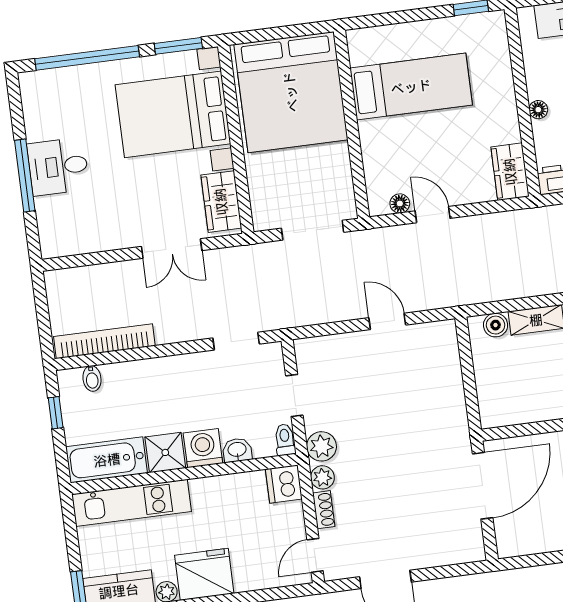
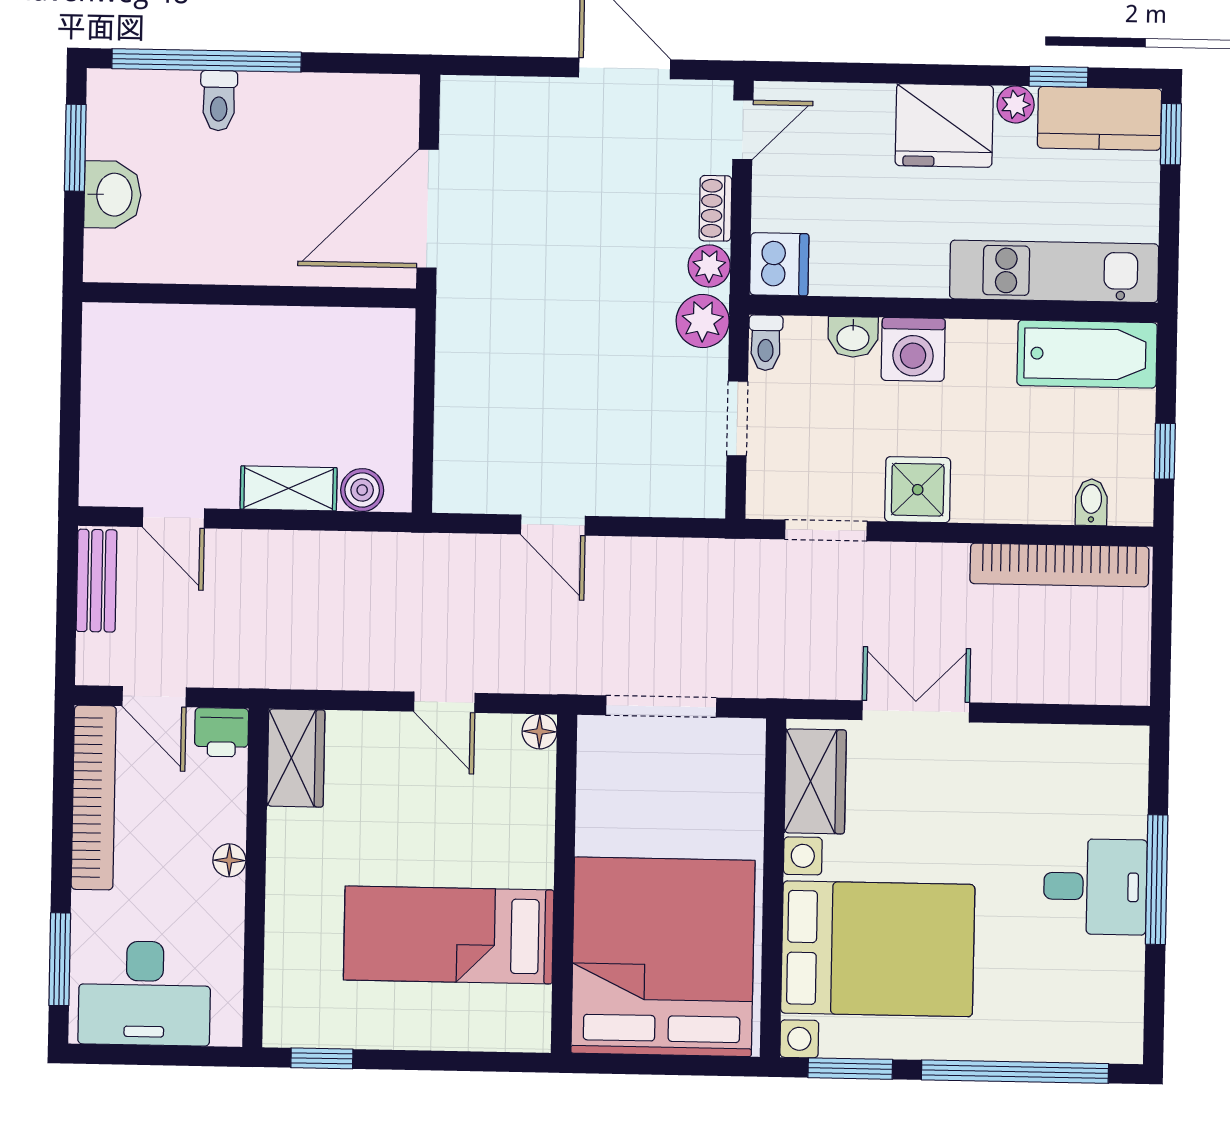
floor lamp: (400, 203) -> (540, 731), moved
shower: (165, 452) -> (918, 490), moved

